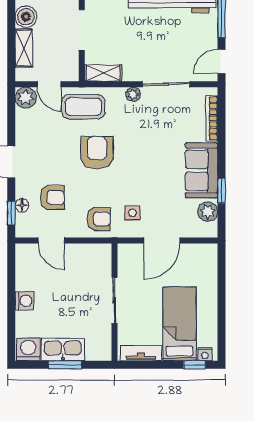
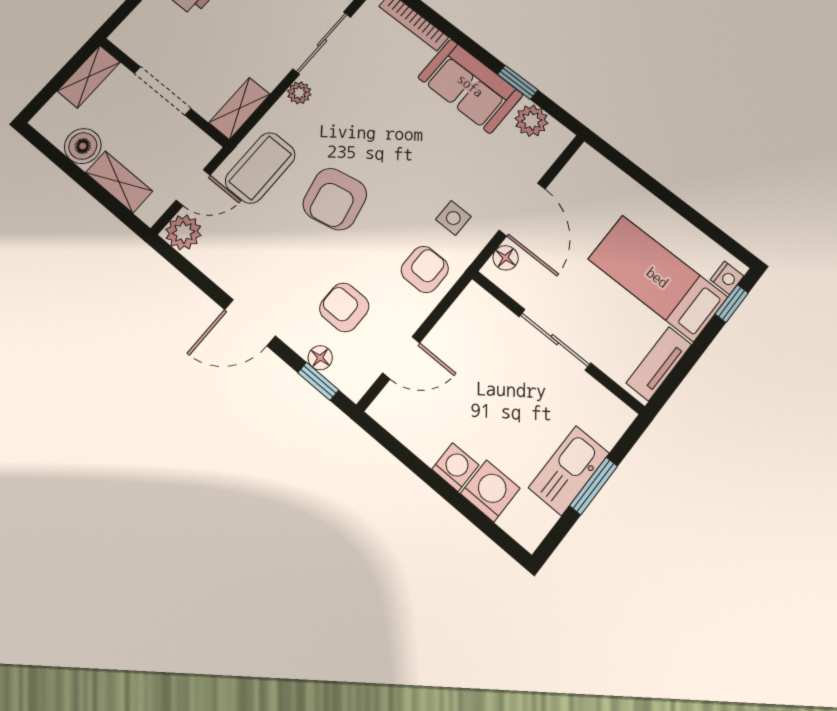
armchair: (97, 153) -> (335, 199), turned -102
armchair: (52, 198) -> (344, 307), turned -90
floor lamp: (133, 250) -> (506, 258), added
washing machine: (28, 349) -> (490, 491), moved, turned 90

